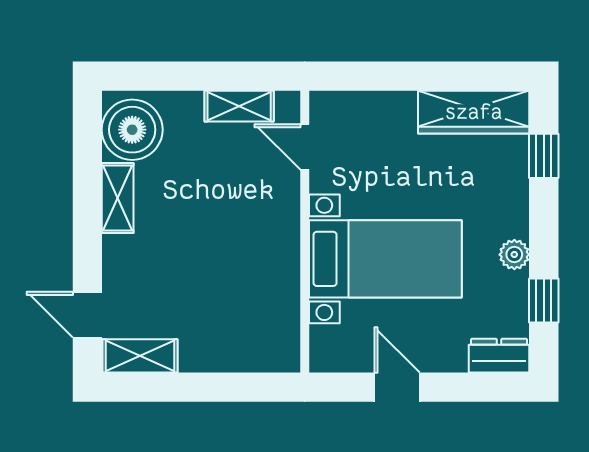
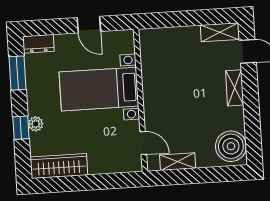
window: (544, 156) -> (21, 128), moved
shelving: (118, 198) -> (235, 88), moved
plant: (514, 255) -> (36, 124), moved
window: (544, 301) -> (17, 73), width x1.50

